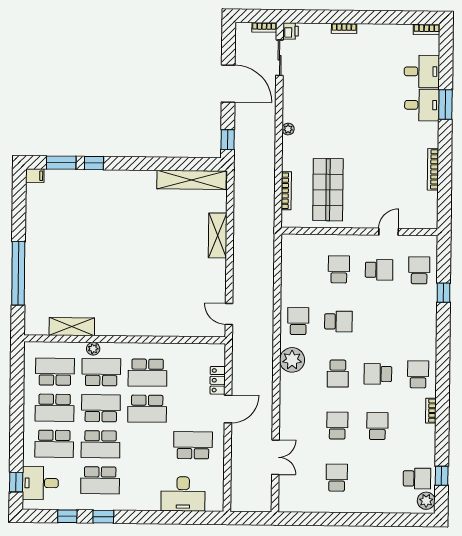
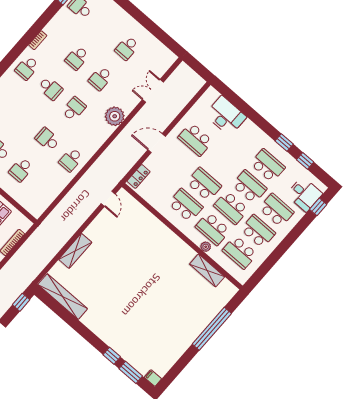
plant: (292, 360) -> (115, 116), moved
locker: (218, 380) -> (139, 176), moved

